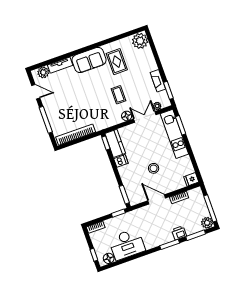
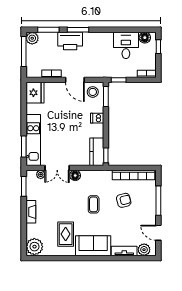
fireplace: (158, 81) -> (31, 212), moved
coffee table: (118, 95) -> (94, 204), moved
armchair: (76, 109) -> (124, 200), added
dishwasher: (121, 161) -> (97, 118), moved
stool: (154, 168) -> (93, 92), moved
fridge: (191, 179) -> (35, 93), width x1.88, depth x1.34
printer: (179, 233) -> (70, 41), width x1.87, depth x1.48
desk: (127, 244) -> (126, 45), width x0.73

